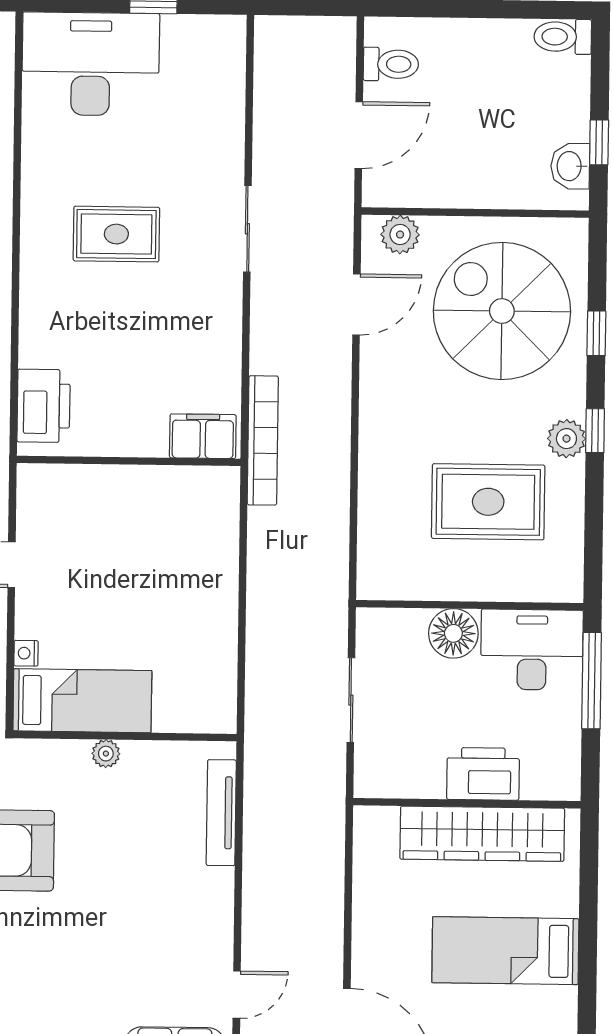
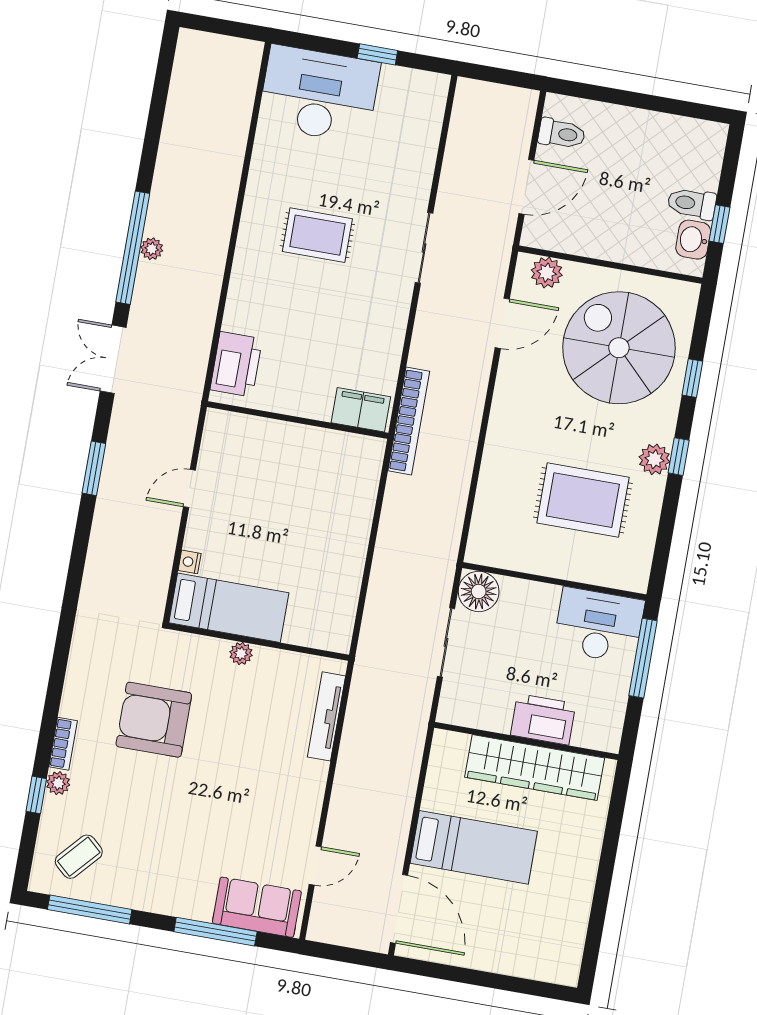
toilet: (563, 37) -> (692, 203), moved
floor lamp: (453, 633) -> (479, 591), moved
bed: (505, 951) -> (474, 847), moved, turned 180

